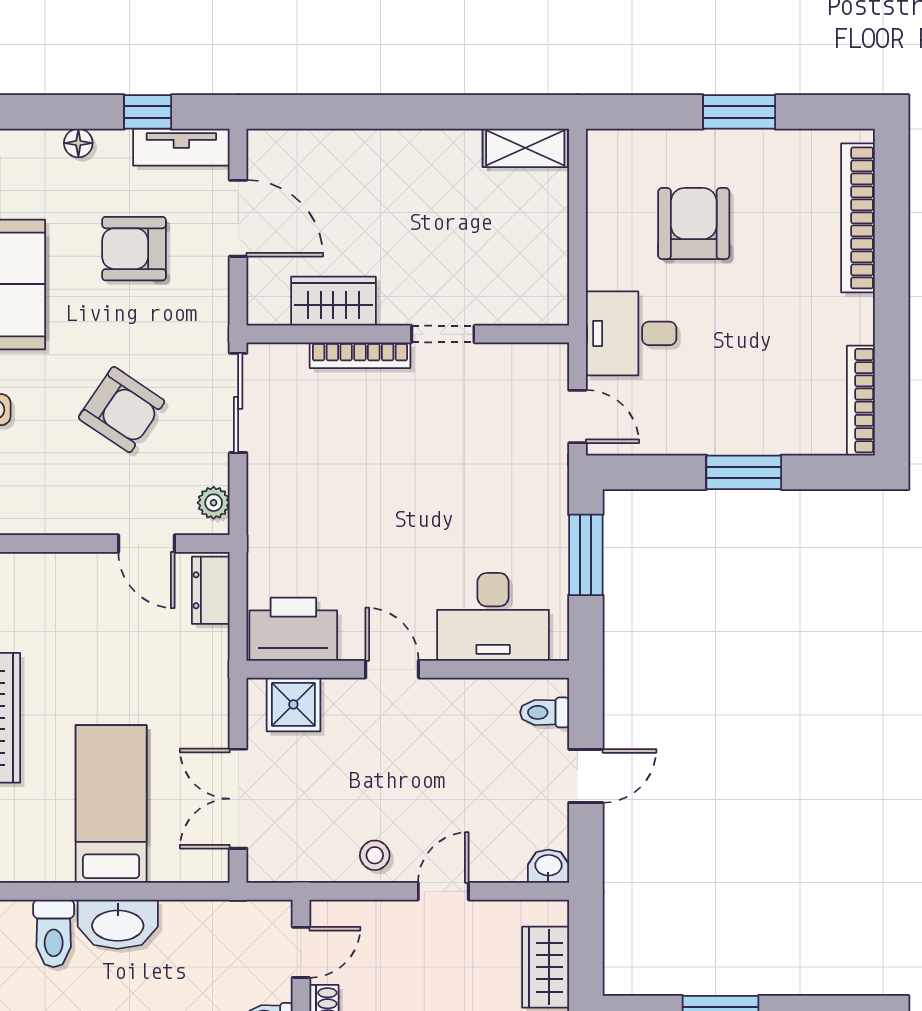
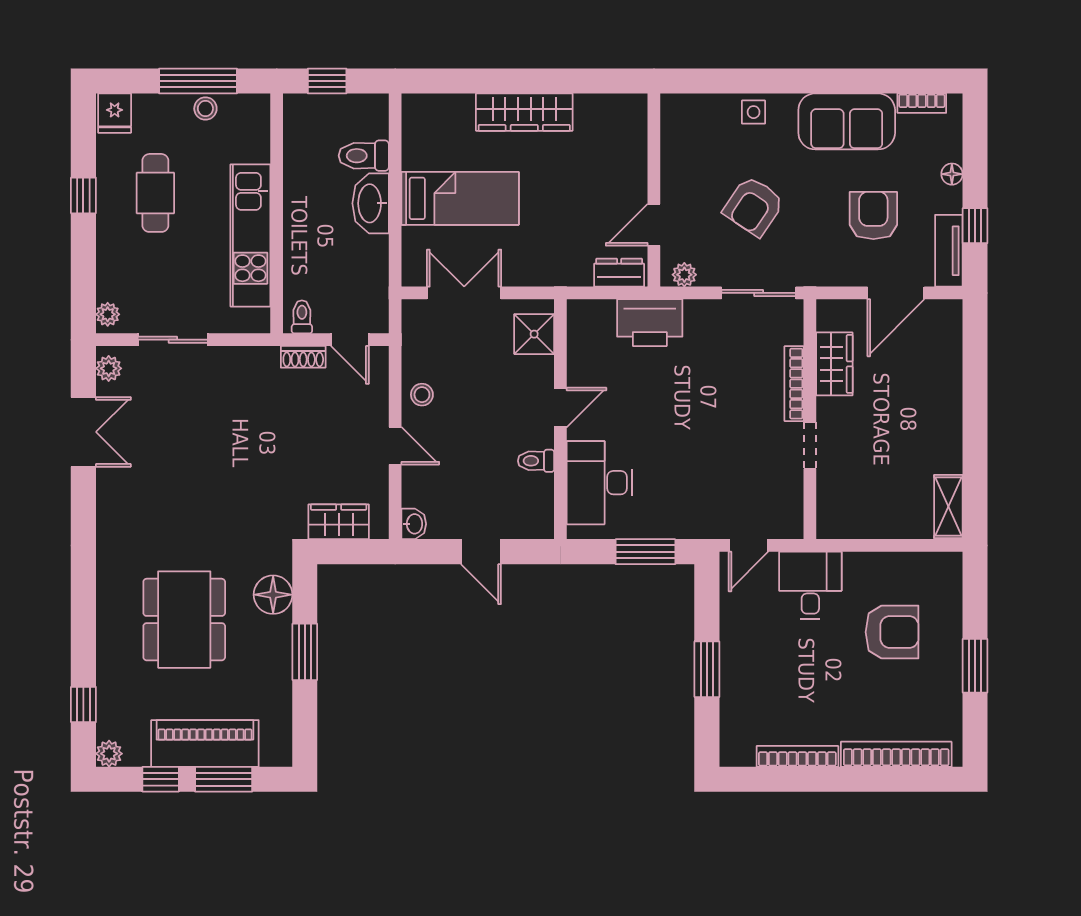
bookcase: (861, 401) -> (797, 756), moved
printer: (293, 629) -> (650, 323), moved, turned 90
toilet: (545, 712) -> (536, 461), moved, turned -90

